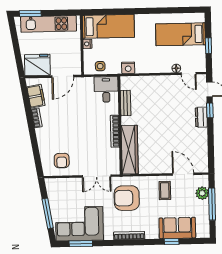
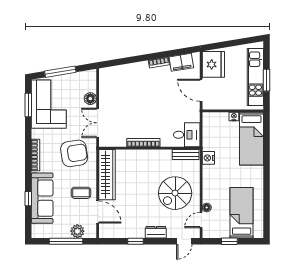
window: (30, 13) -> (267, 80), moved
side table: (100, 66) -> (211, 129), removed
spiral stairs: (163, 99) -> (175, 193), added
bench: (126, 103) -> (186, 154), moved
window: (210, 110) -> (135, 241), moved
wardrobe: (130, 150) -> (107, 175), moved, turned -90
armchair: (62, 161) -> (114, 87), removed
door: (183, 174) -> (98, 212), hinge flipped
floor lamp: (73, 184) -> (90, 99), added
armchair: (127, 198) -> (74, 153), turned 81
sofa: (177, 228) -> (42, 198), width x1.36

